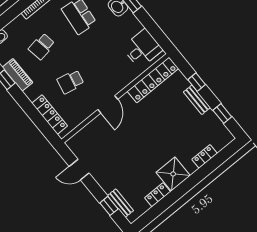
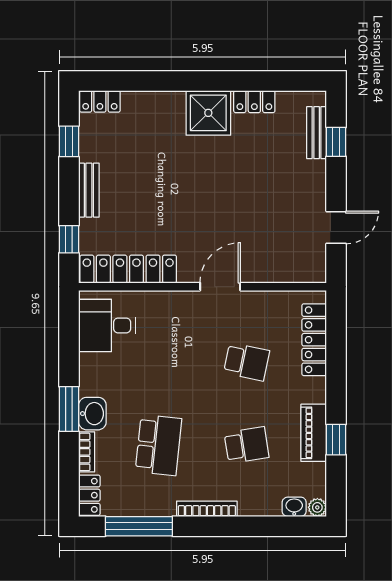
window: (197, 82) -> (69, 239), moved
locker: (205, 156) -> (100, 101), moved
door: (79, 170) -> (336, 227), hinge flipped

